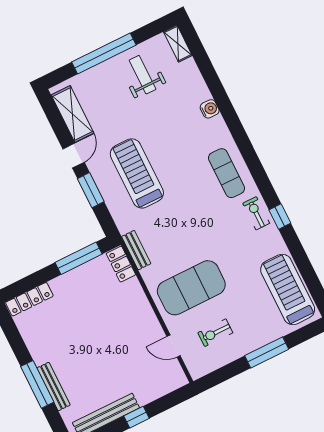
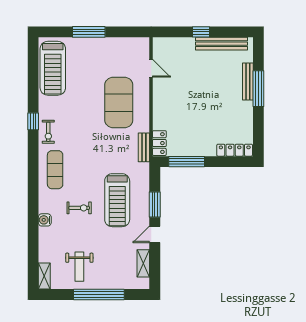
shelving: (72, 114) -> (143, 263), width x0.67, depth x0.75
exercise mat: (191, 288) -> (119, 102), turned 90
exercise bike: (215, 333) -> (79, 208), moved

